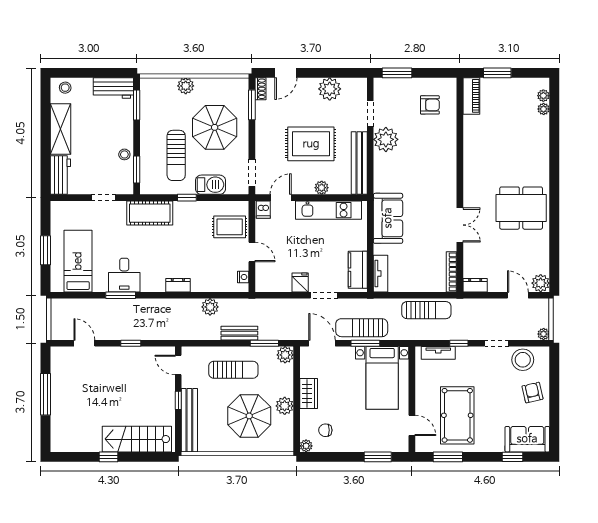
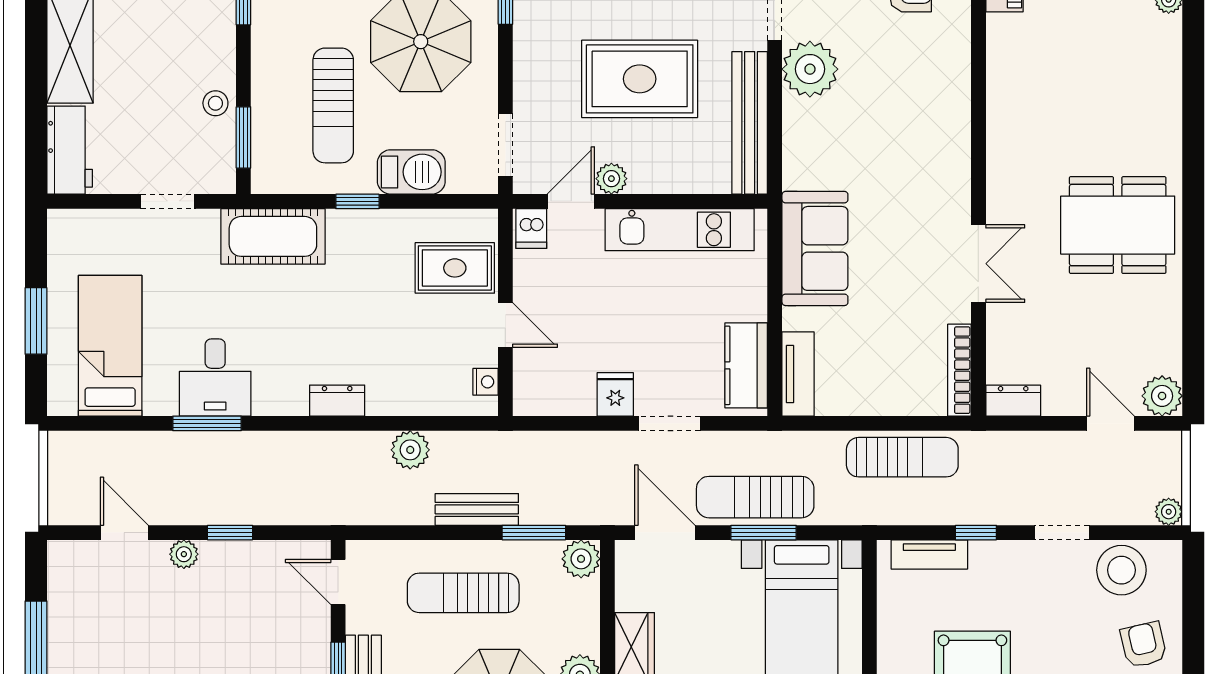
plant: (322, 188) -> (611, 179), moved
plant: (110, 353) -> (184, 554), added
sun lounger: (233, 370) -> (463, 593), turned 180

